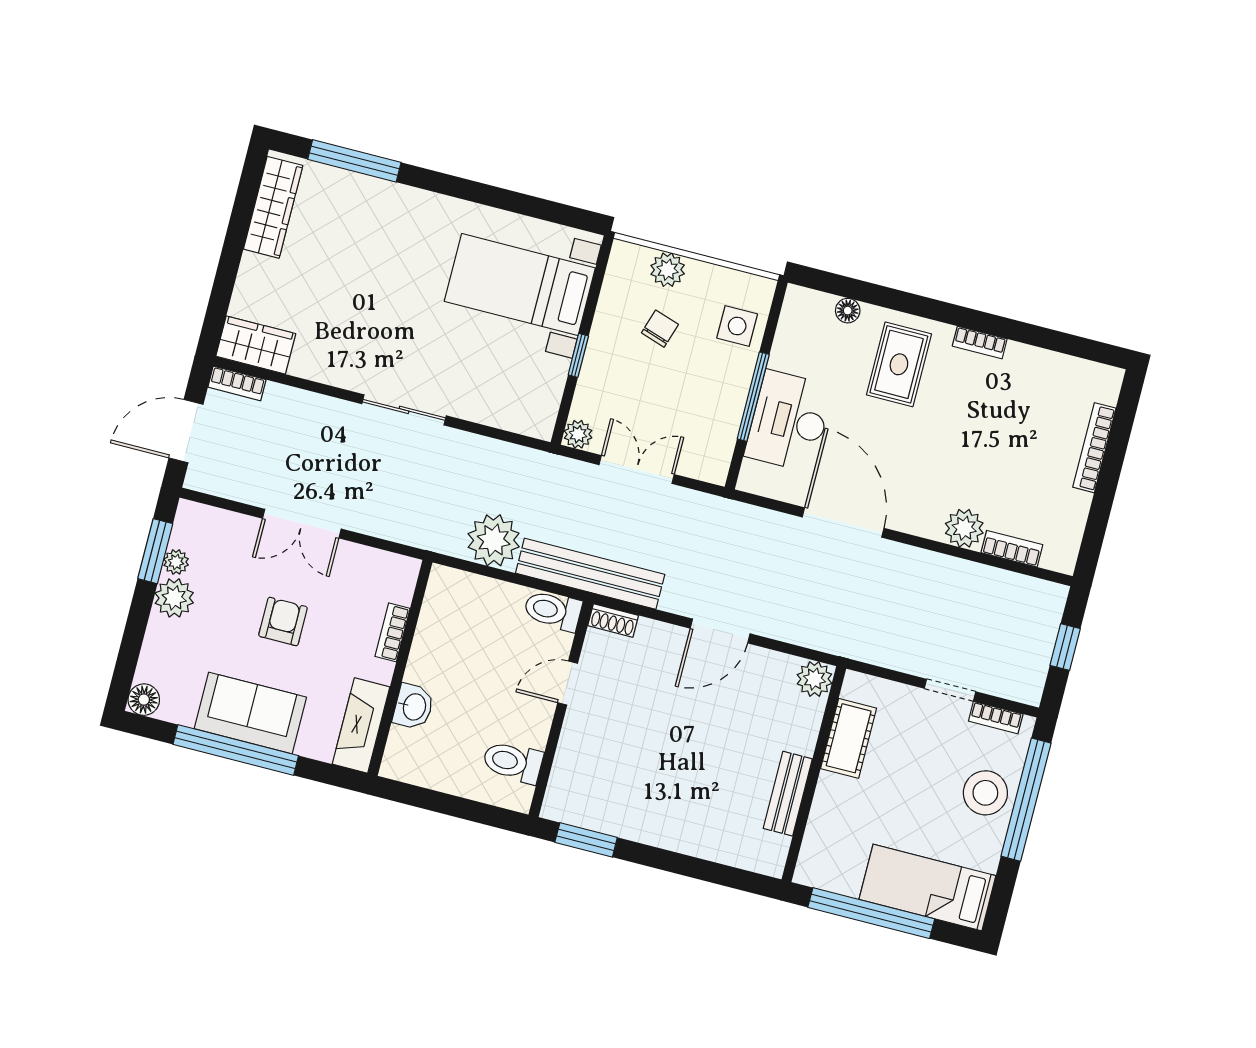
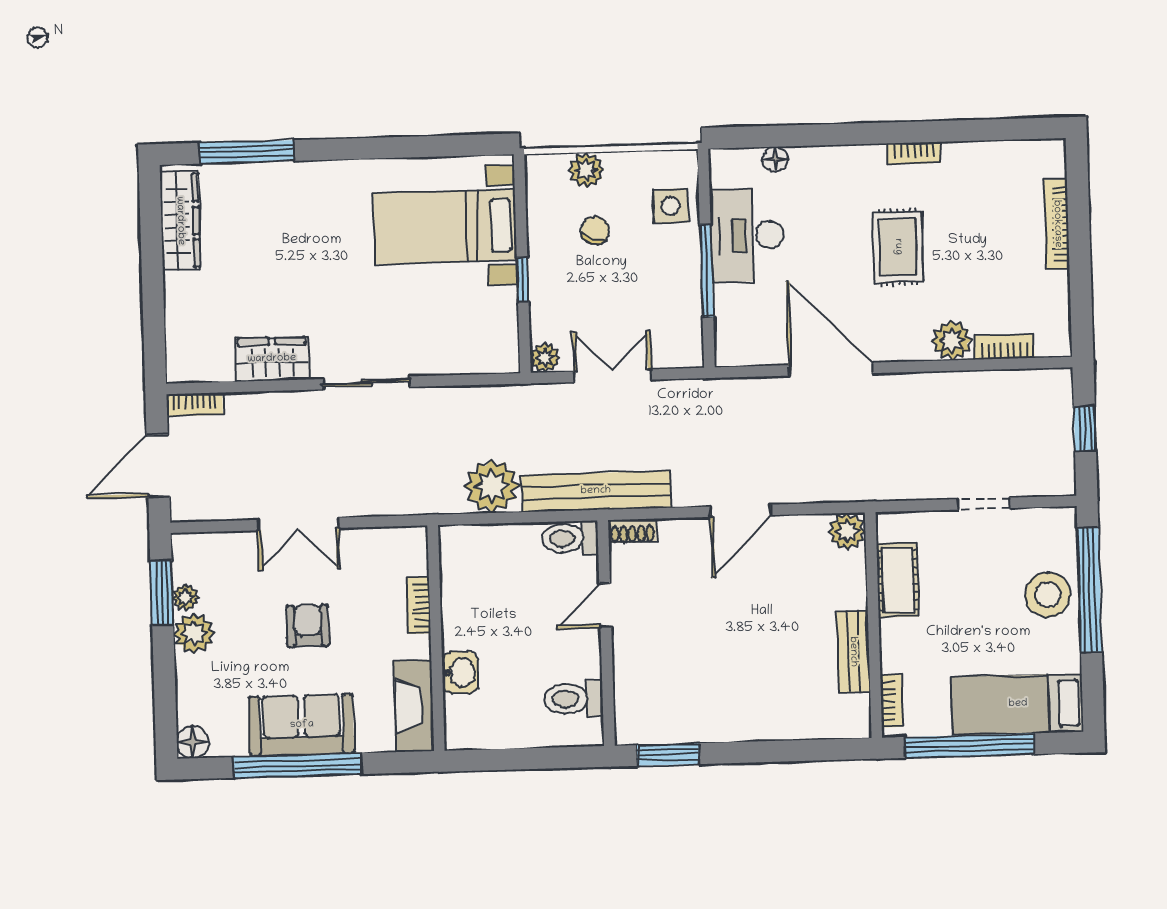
wardrobe: (256, 345) -> (272, 359), moved
rug: (899, 364) -> (898, 247), moved
desk: (789, 421) -> (747, 235), moved
bookcase: (996, 718) -> (891, 701), moved, turned -90

